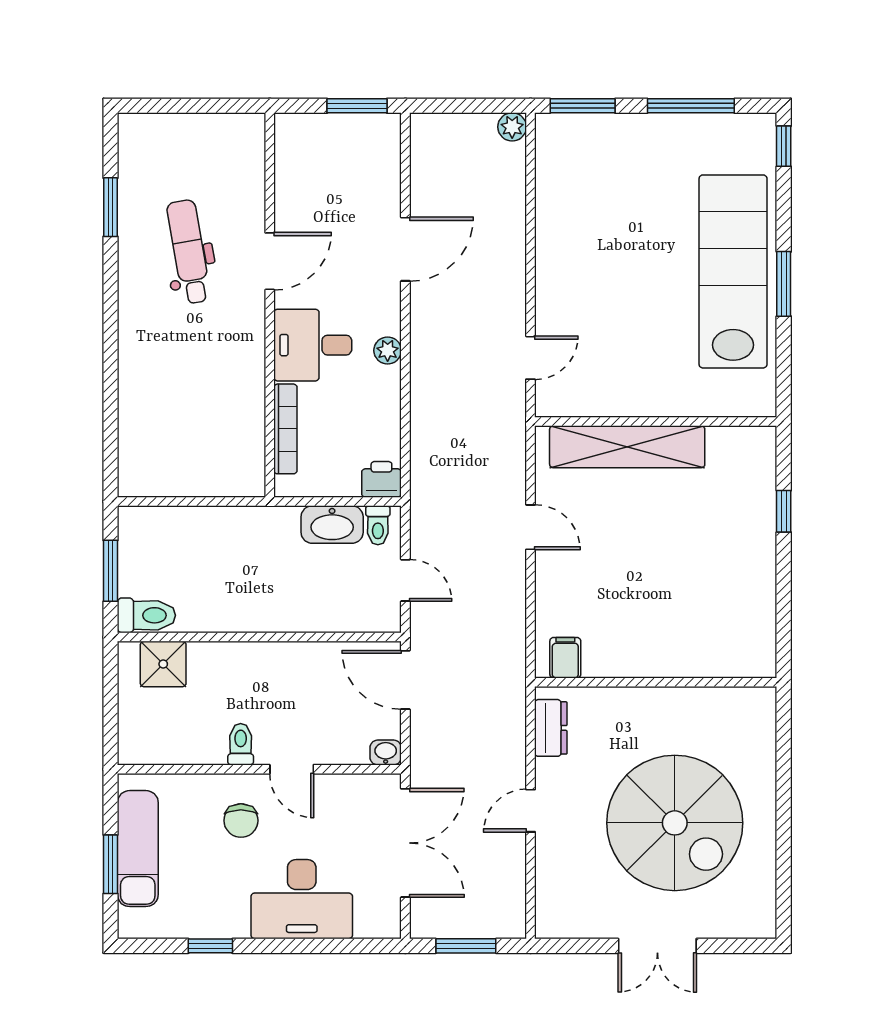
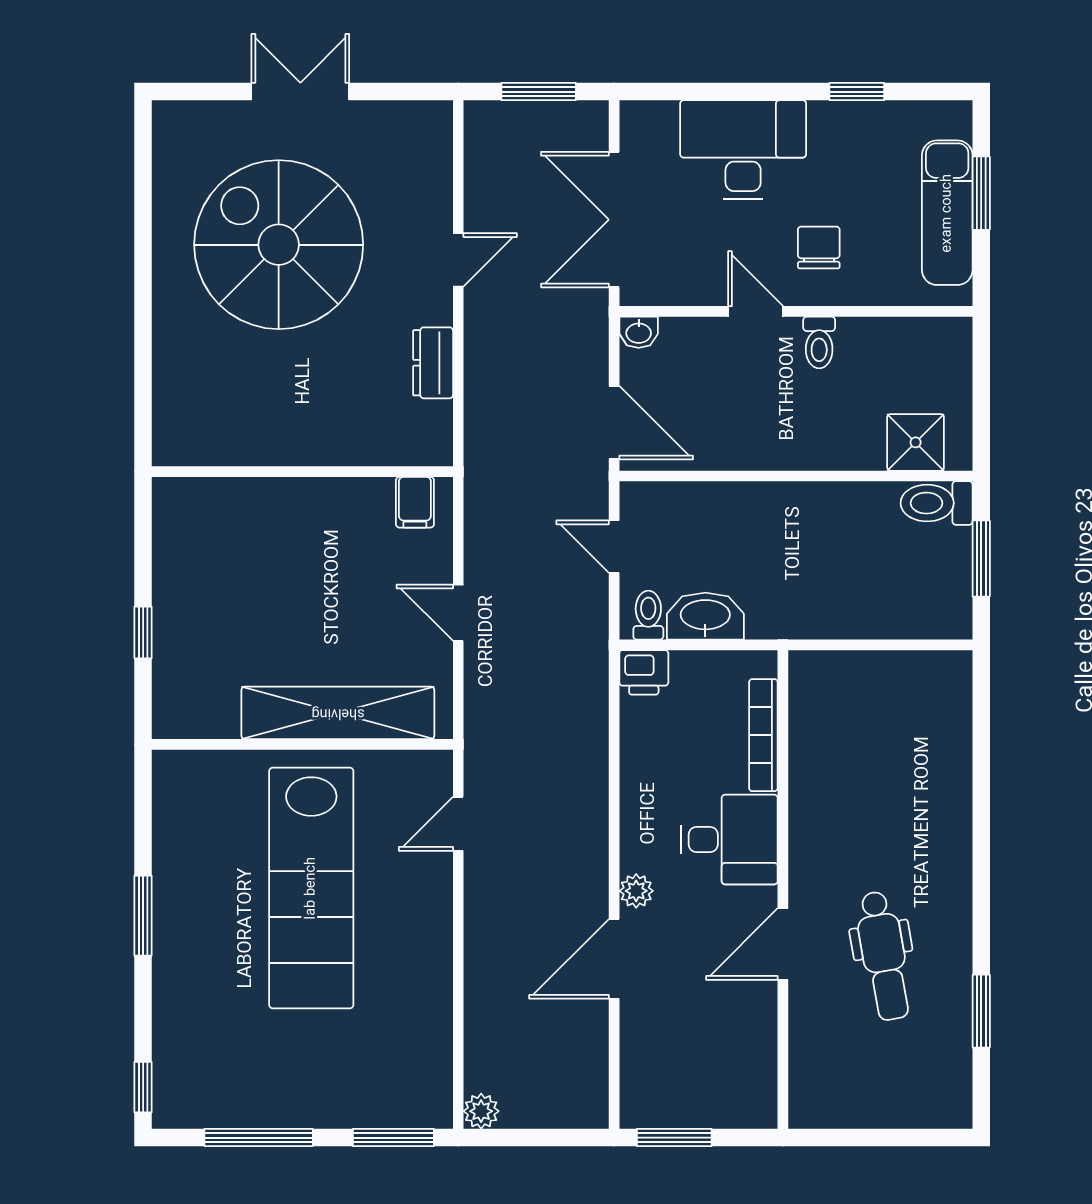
lab bench: (733, 271) -> (311, 888), moved
plant: (388, 350) -> (636, 891), moved
filing cabinet: (565, 658) -> (415, 502), moved
wall: (656, 682) -> (302, 472), moved

